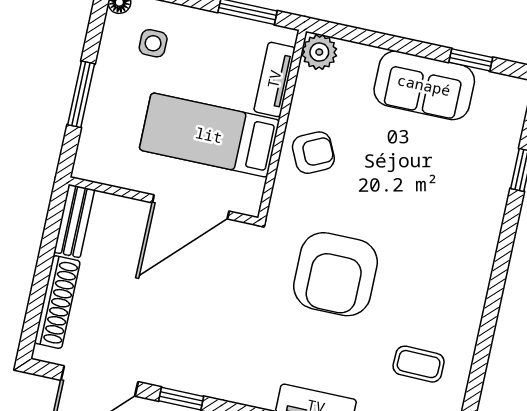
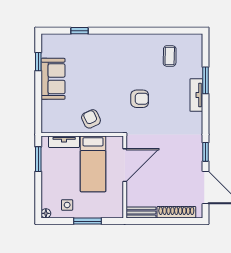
side table: (153, 43) -> (67, 205), moved
plant: (319, 52) -> (49, 126), removed
door: (191, 207) -> (125, 165), hinge flipped
armchair: (336, 274) -> (140, 99), width x0.53, depth x0.53

